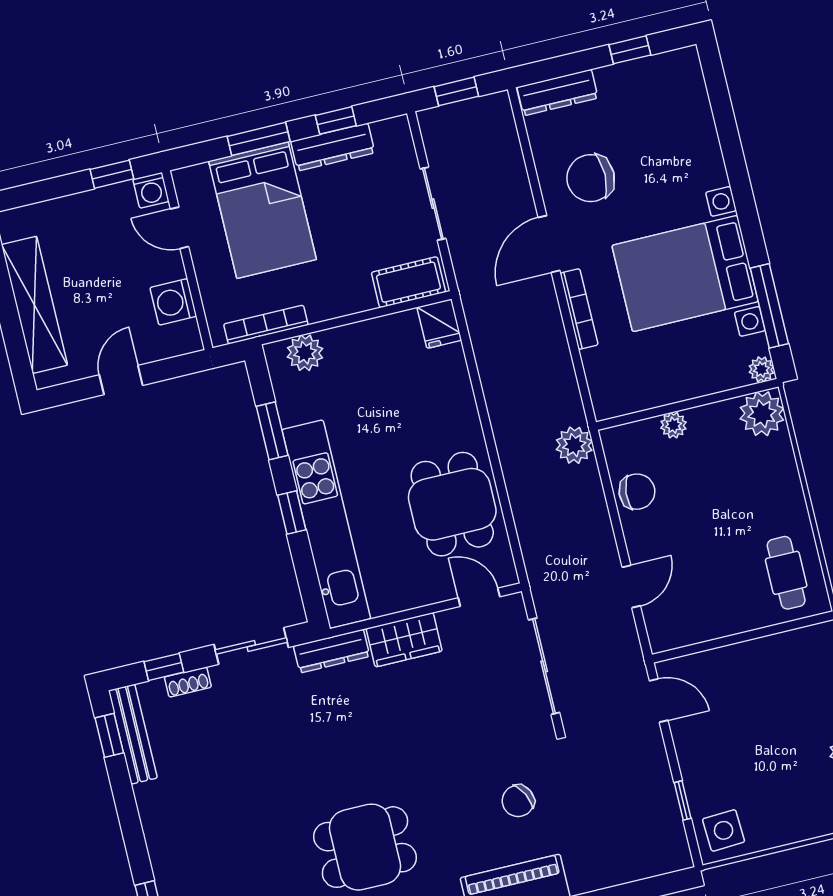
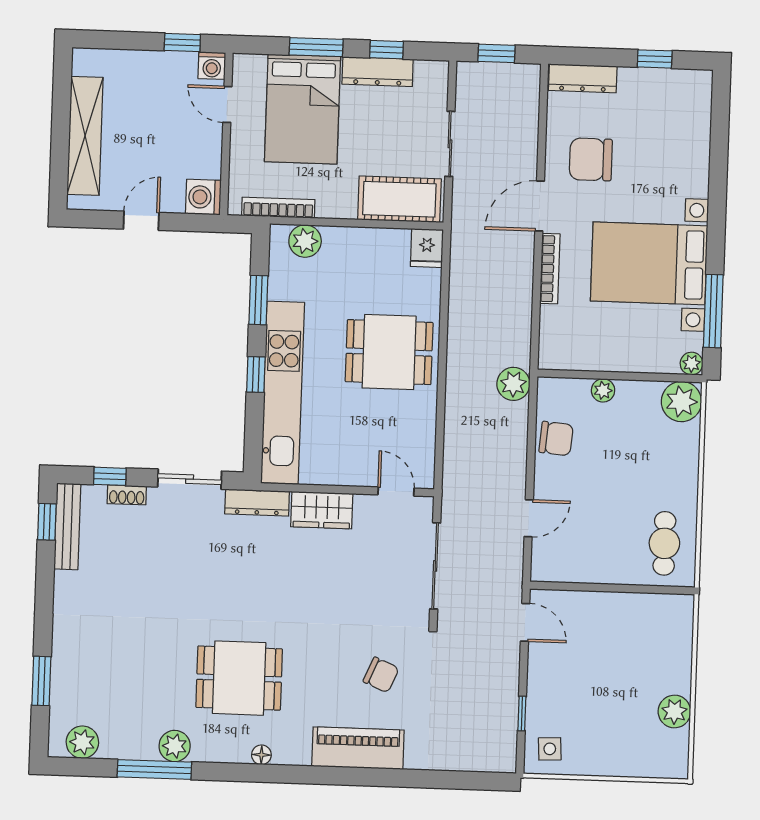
cot: (408, 282) -> (399, 199), width x1.37, depth x1.34
washing machine: (173, 302) -> (203, 197), moved
dining table: (452, 504) -> (389, 352), moved, turned 90
chair: (518, 801) -> (381, 675), turned -130
side table: (724, 830) -> (550, 749), width x0.73, depth x0.73

